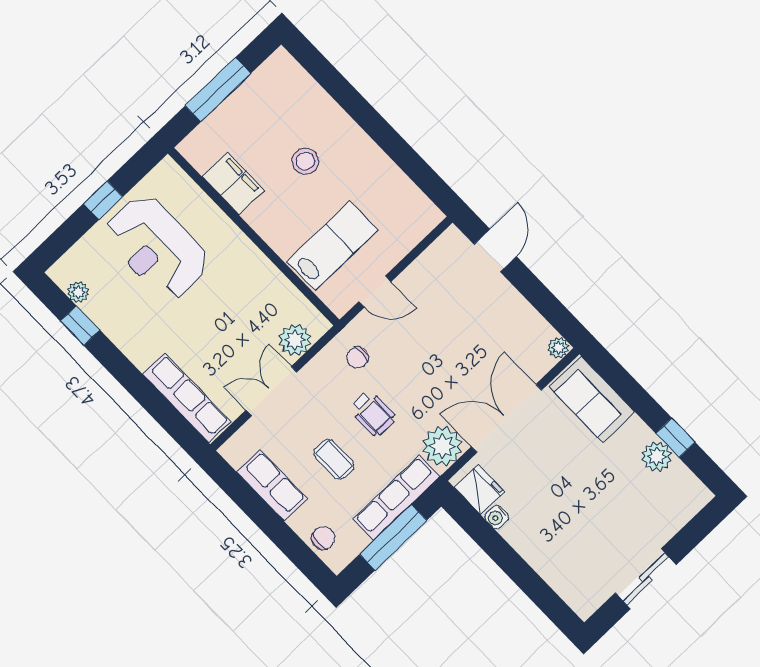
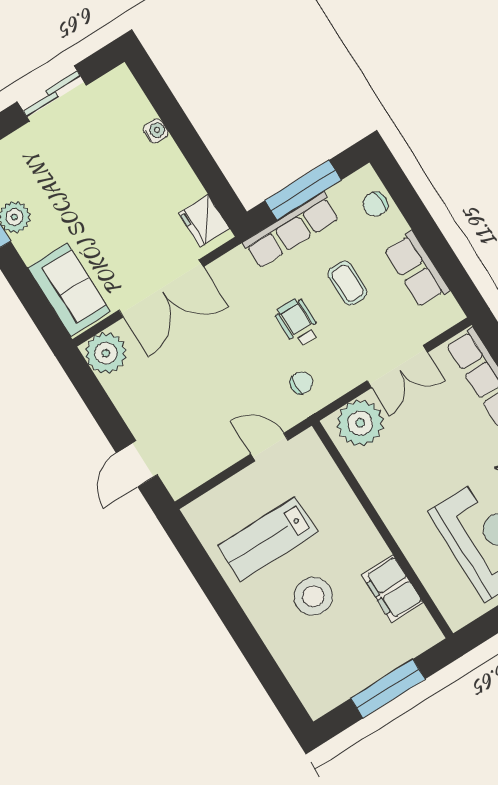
stool: (305, 161) -> (313, 596), width x1.38, depth x1.38
lab bench: (333, 246) -> (268, 539), moved
plant: (295, 340) -> (360, 423), width x1.36, depth x1.36
plant: (558, 348) -> (106, 353), width x1.87, depth x1.87
plant: (442, 446) -> (233, 273), removed
water cooler: (496, 517) -> (156, 131), moved

